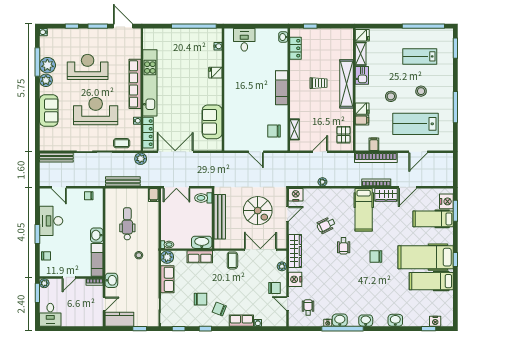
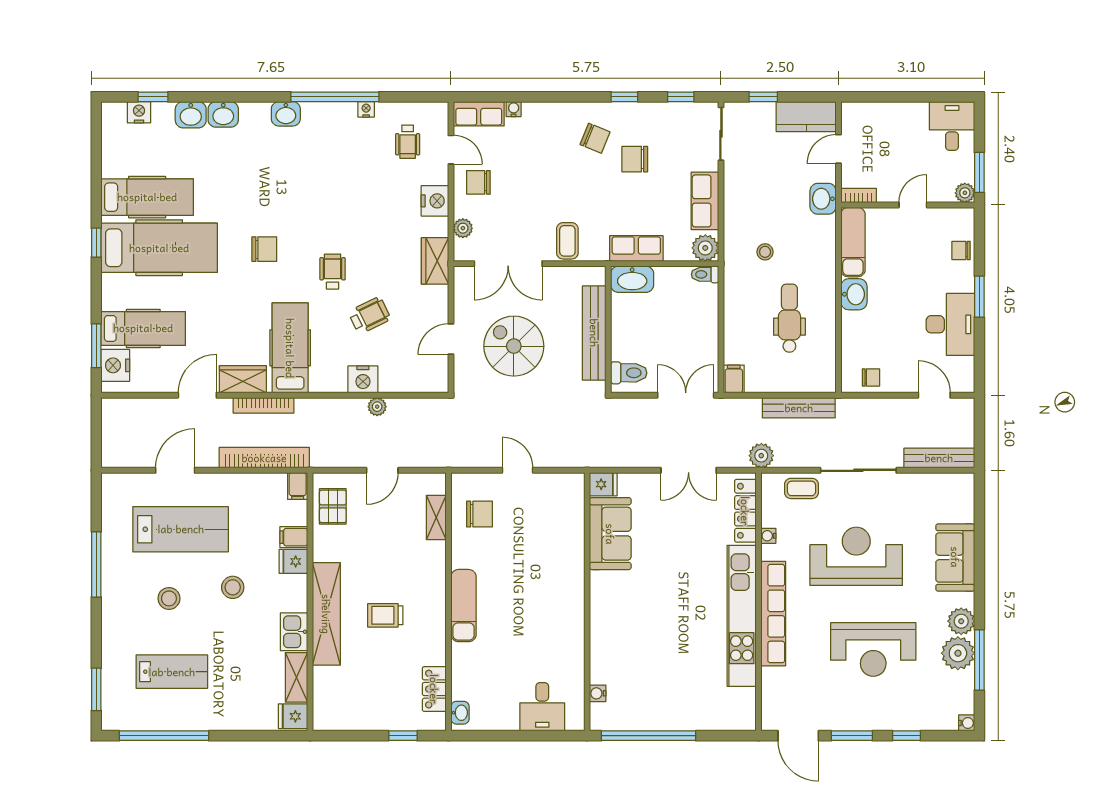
fridge: (215, 73) -> (603, 484), moved
reception desk: (96, 111) -> (856, 556), turned 180
filing cabinet: (374, 144) -> (298, 486), moved
double door: (175, 152) -> (689, 470), width x0.73
nightstand: (296, 195) -> (363, 379), moved
dental chair: (127, 224) -> (789, 318), turned 180
wardrobe: (295, 251) -> (435, 261), width x0.67
washbasin: (340, 320) -> (191, 115), moved
row of seats: (241, 321) -> (479, 114), moved

